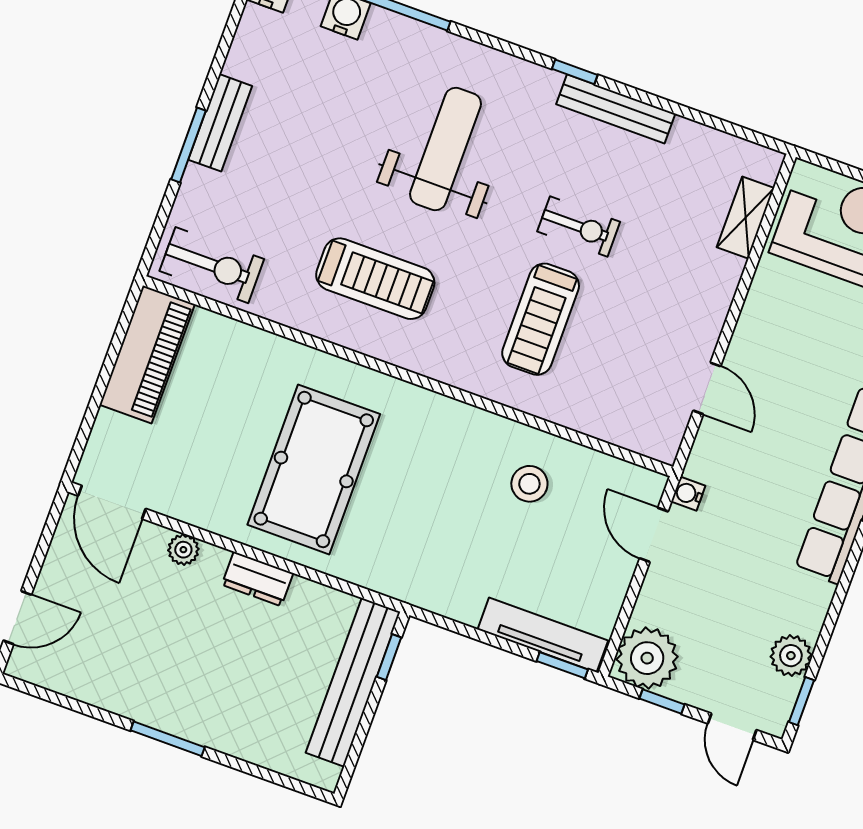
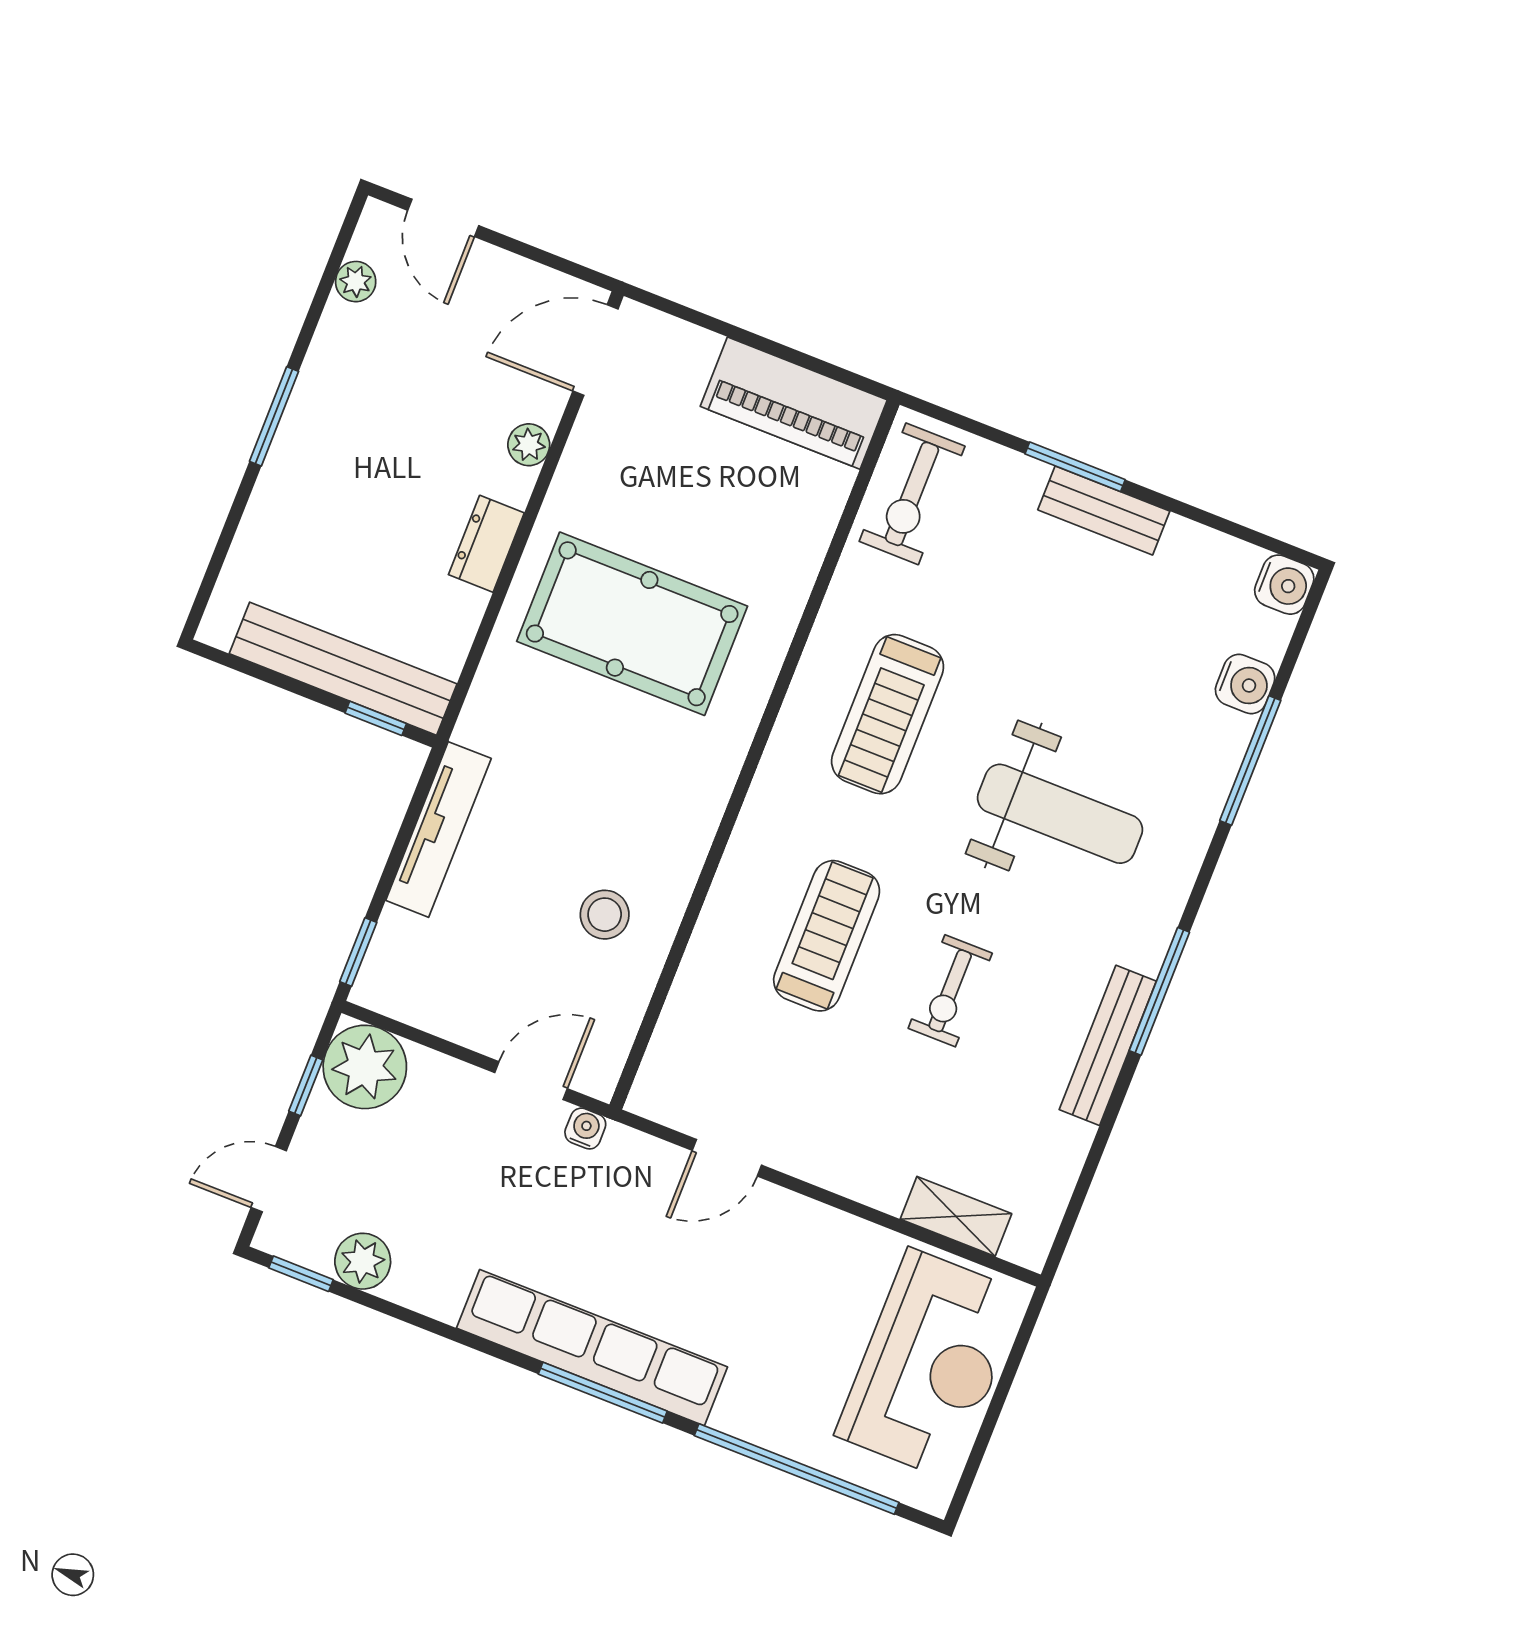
window: (575, 72) -> (1159, 991), width x2.17
treadmill: (541, 319) -> (827, 936), turned 90
tv unit: (543, 635) -> (438, 829), moved
plant: (66, 681) -> (356, 282), added

